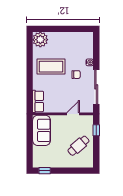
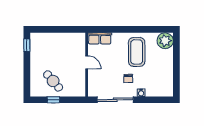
door: (73, 114) -> (87, 62), moved
sofa: (42, 130) -> (69, 42), removed
window: (96, 130) -> (53, 100), moved

